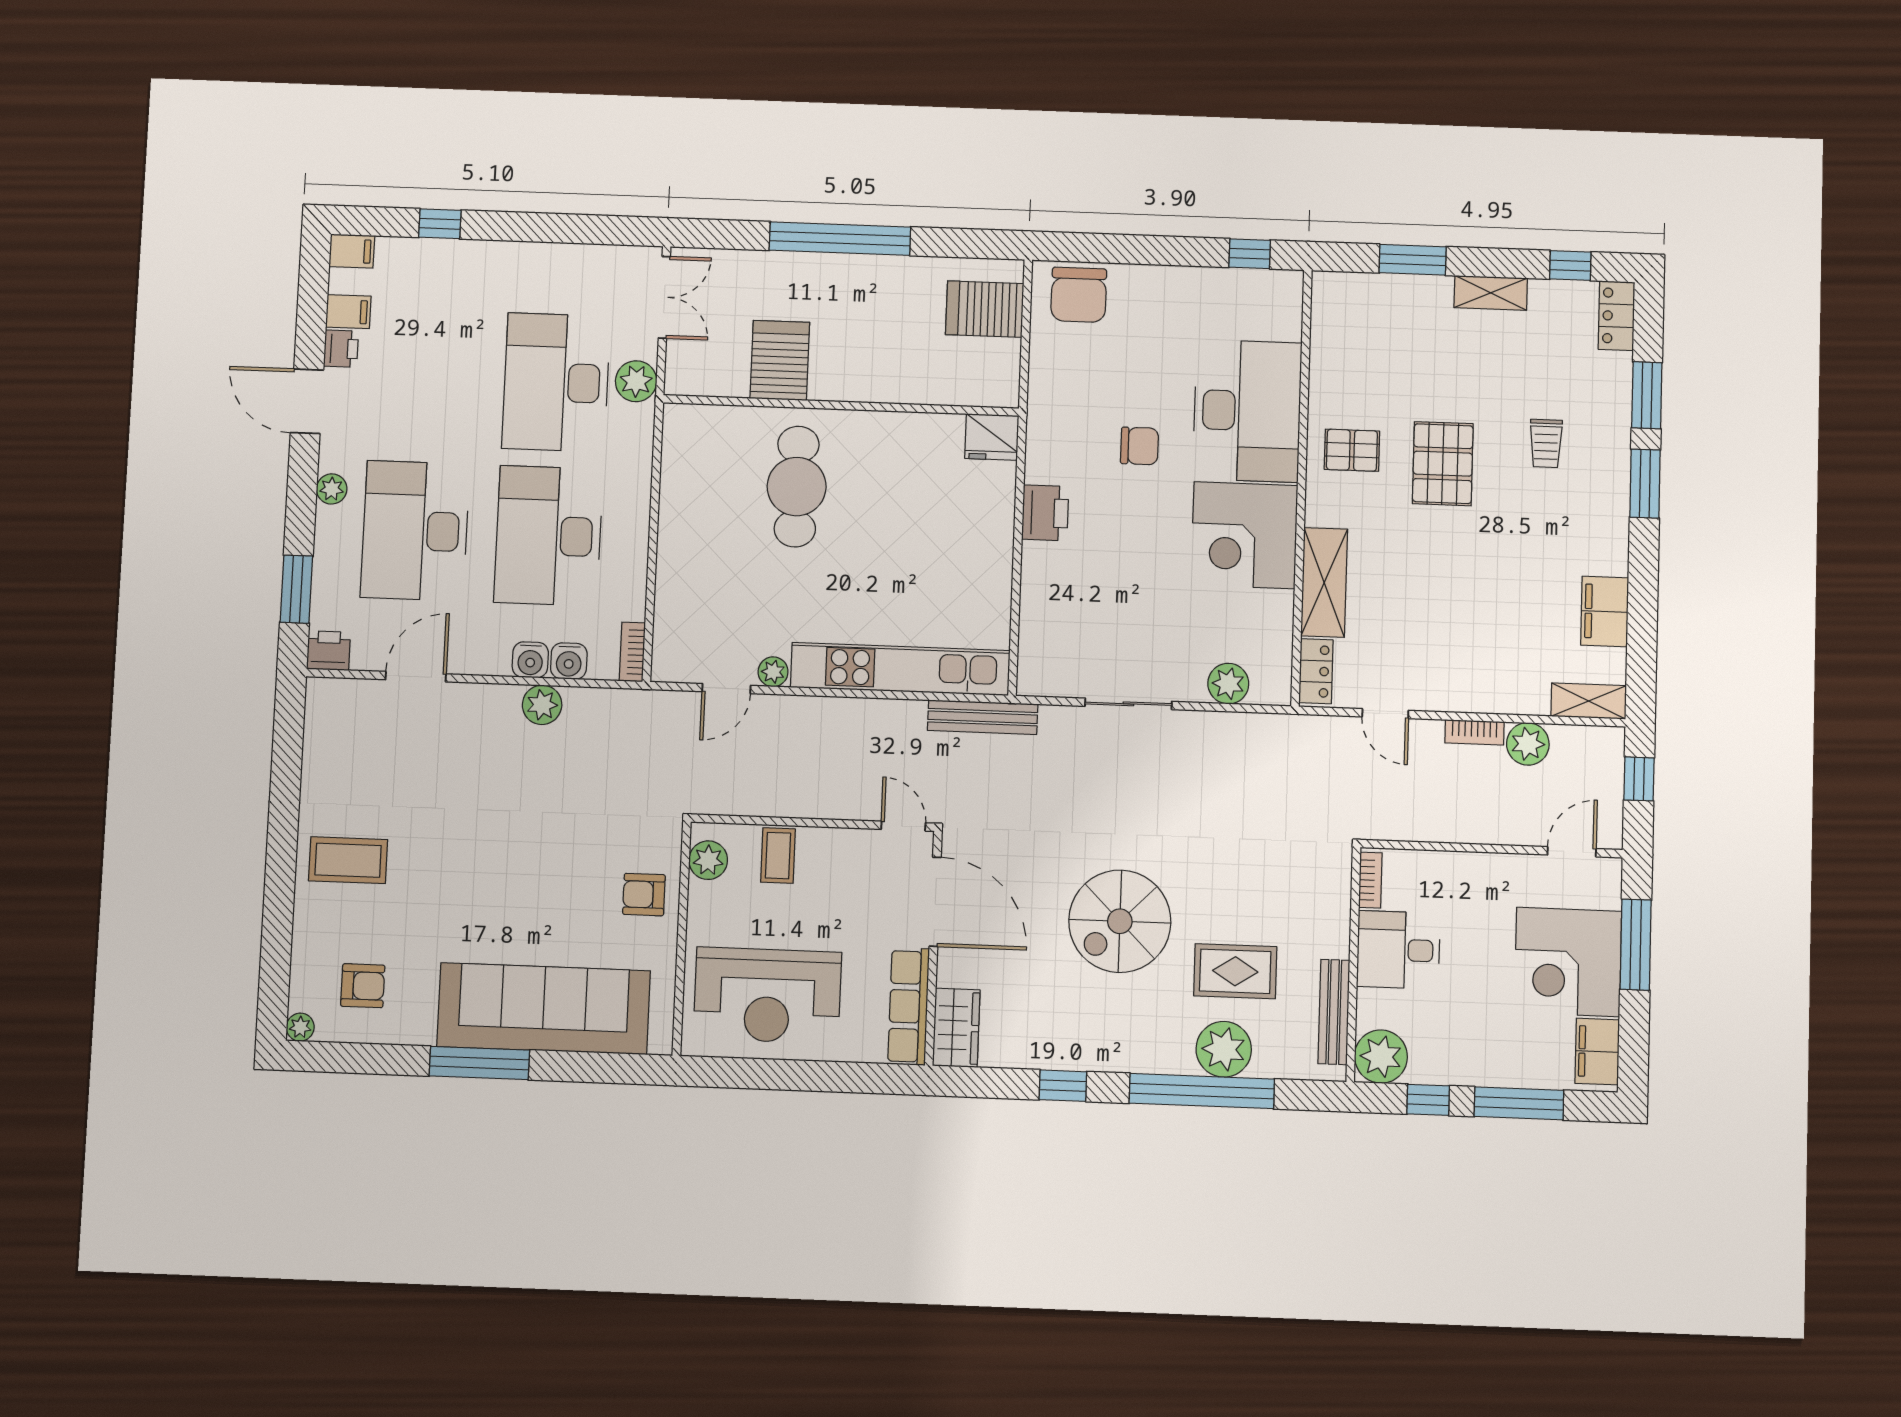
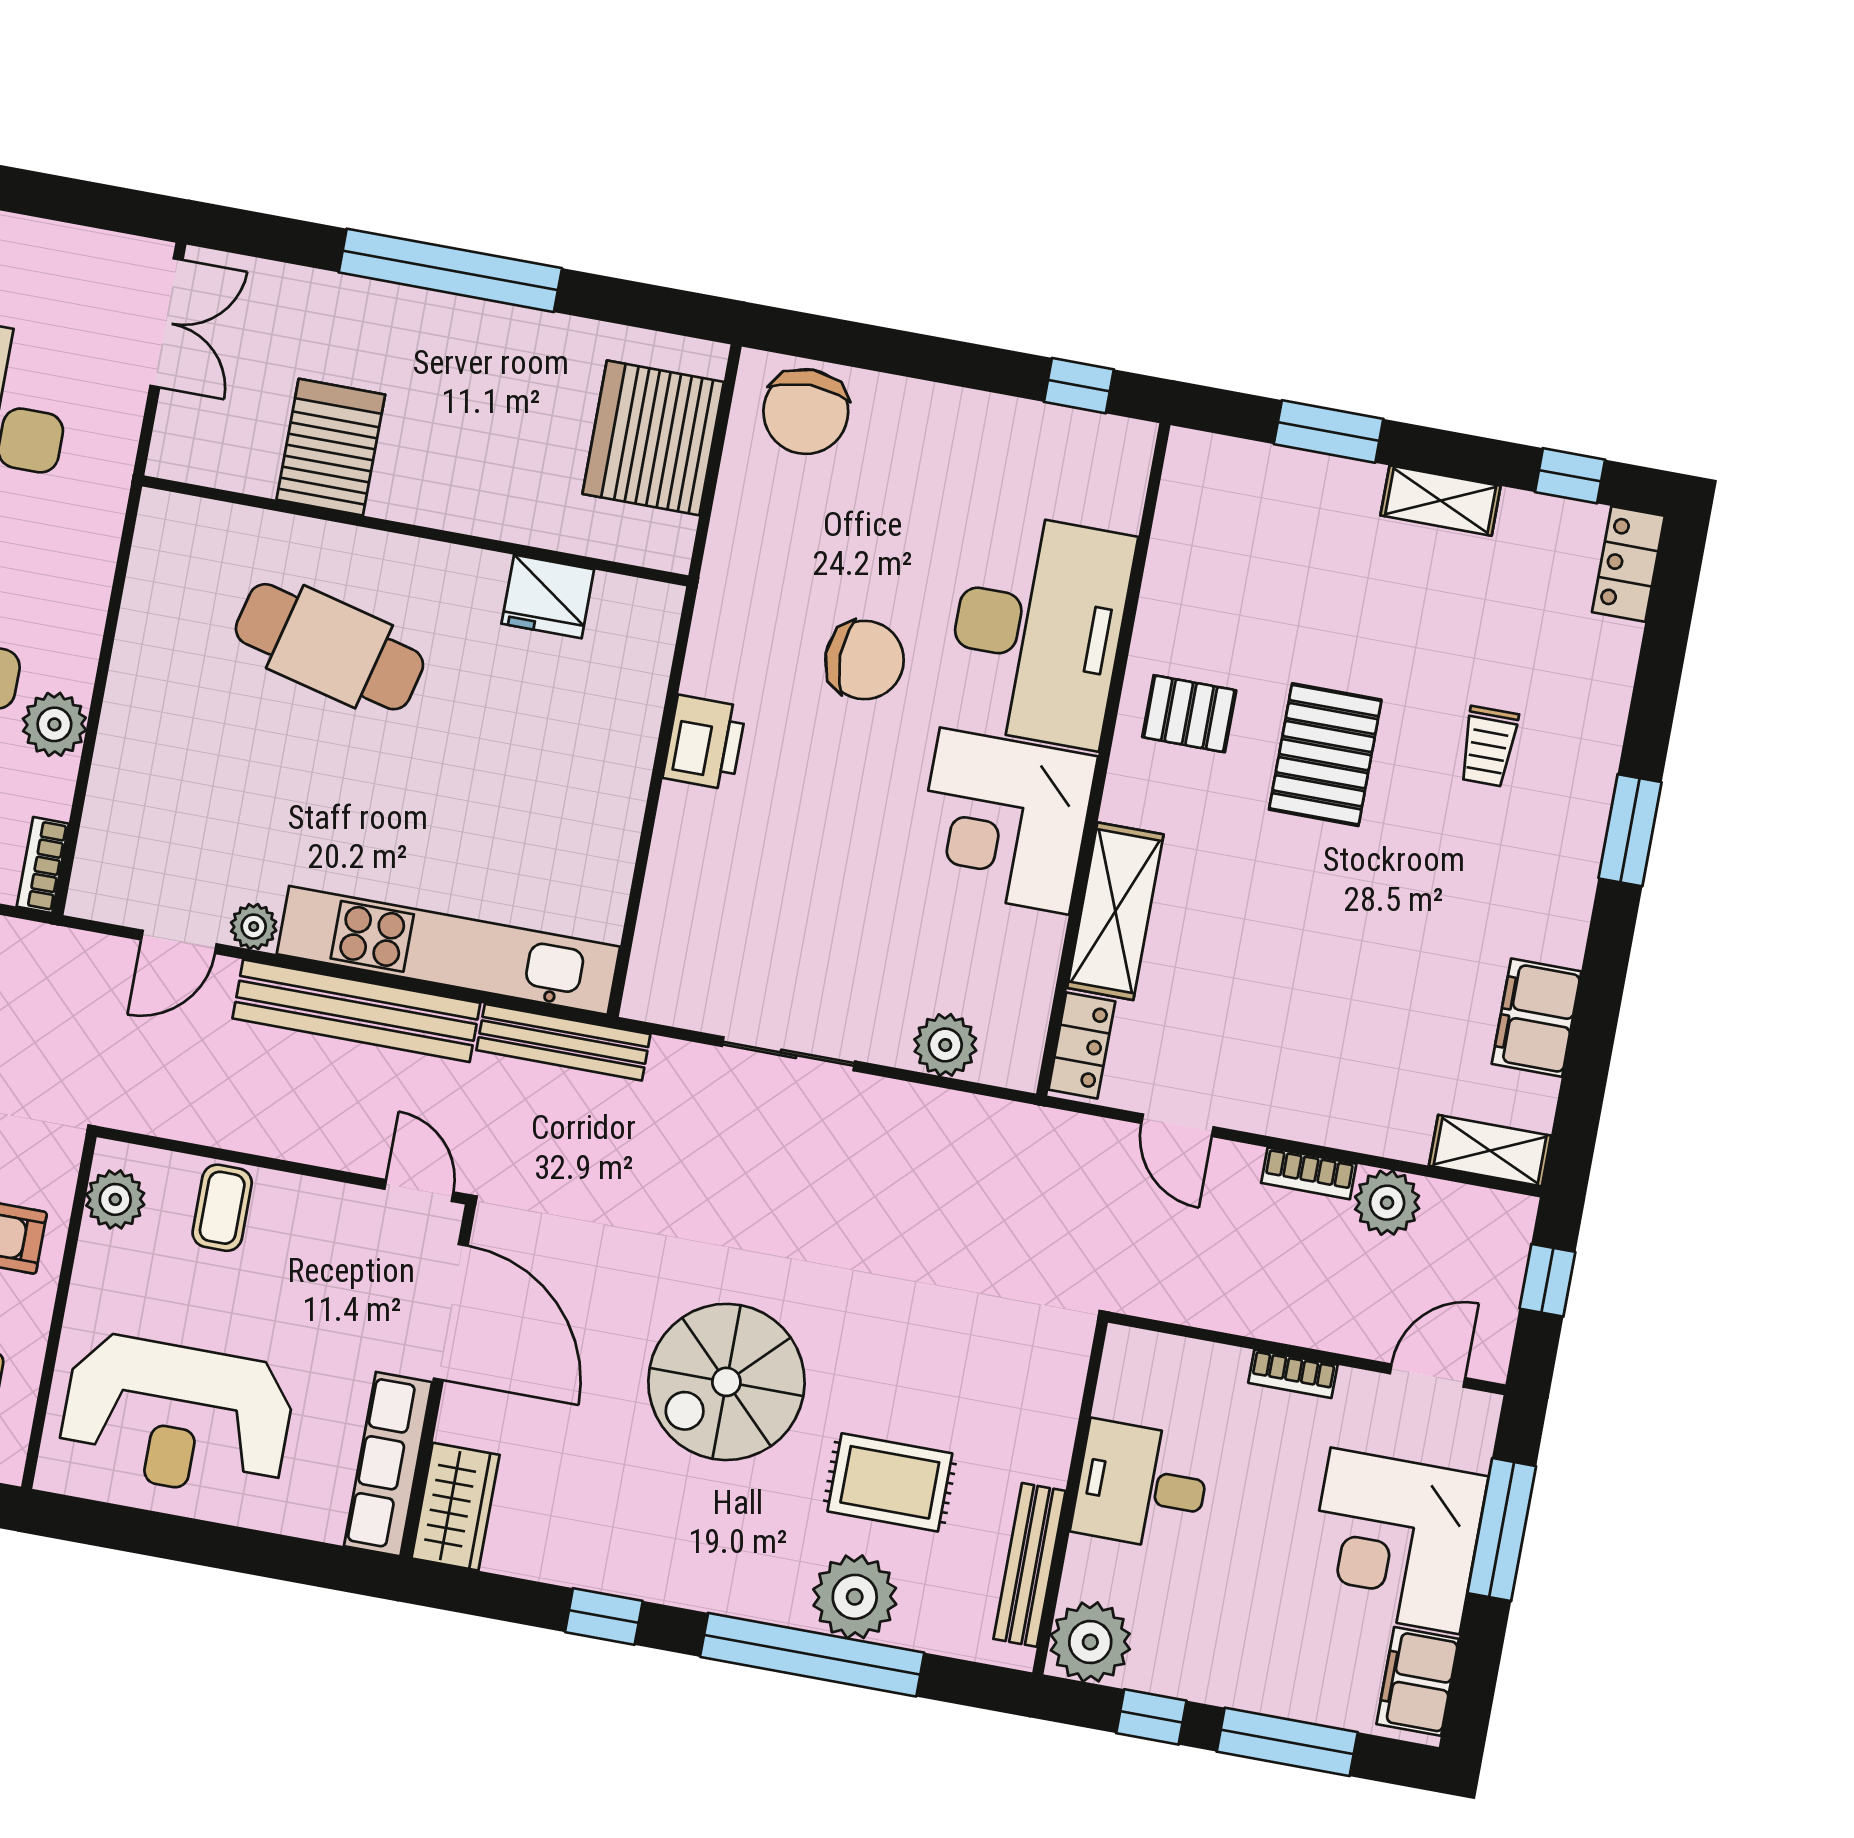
server rack: (985, 309) -> (653, 438), width x1.60
plant: (636, 381) -> (54, 724), moved
window: (1647, 395) -> (1655, 694), removed
fridge: (992, 437) -> (548, 597), moved
chair: (1140, 446) -> (864, 660), width x1.37, depth x1.37
cafe table: (797, 487) -> (329, 647), turned -76
bench: (847, 716) -> (356, 1011), added
bookcase: (1370, 880) -> (1293, 1374), moved, turned 90

